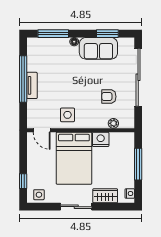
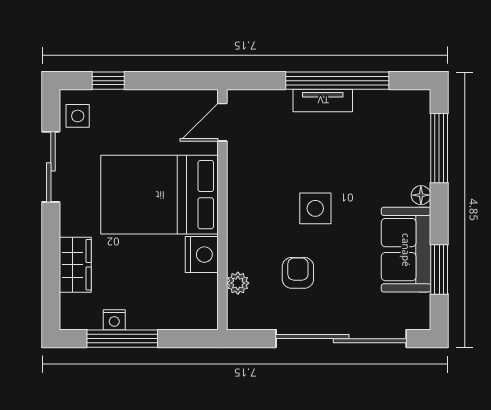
side table: (68, 115) -> (315, 208), moved
window: (138, 164) -> (122, 339), moved
nightstand: (130, 194) -> (114, 320), moved
sliding door: (76, 207) -> (51, 167), moved

